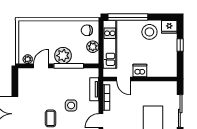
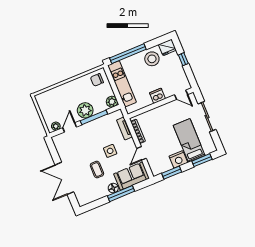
plant: (93, 47) -> (112, 102), moved
door: (123, 79) -> (181, 95), moved

